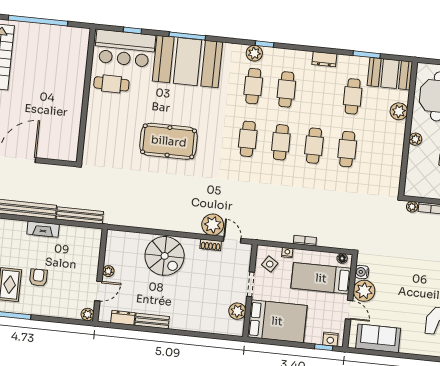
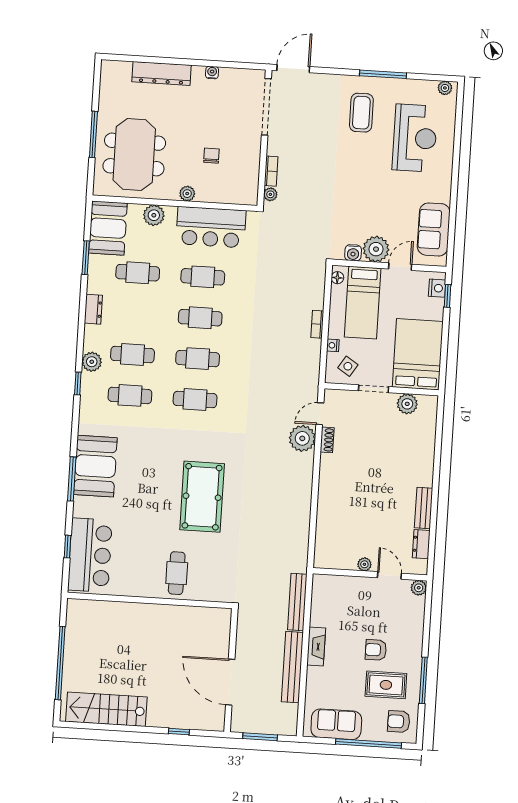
plant: (254, 53) -> (92, 362), moved
booth: (187, 62) -> (95, 466), width x0.73, depth x0.70
cafe table: (111, 84) -> (177, 573), moved
bar counter: (387, 157) -> (211, 227), added
spiral stairs: (165, 256) -> (343, 496), removed

